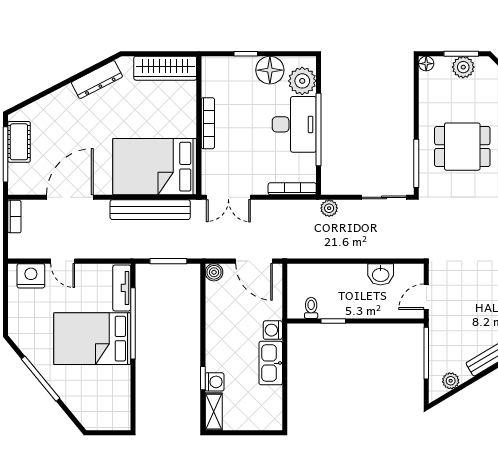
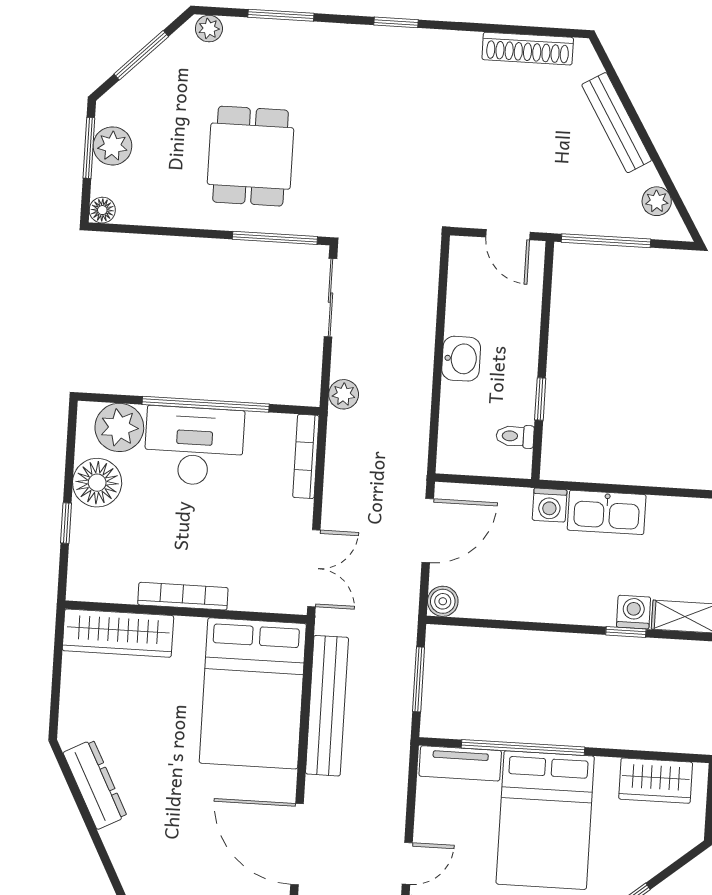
wardrobe: (165, 68) -> (118, 633), moved, turned 90
washbasin: (381, 274) -> (461, 359), moved
wardrobe: (119, 400) -> (656, 781), added

